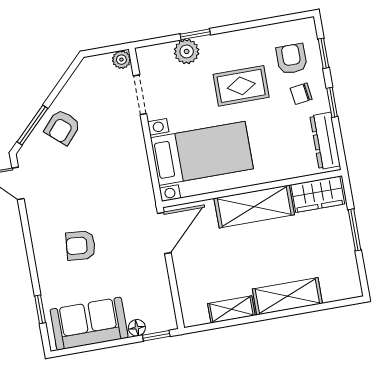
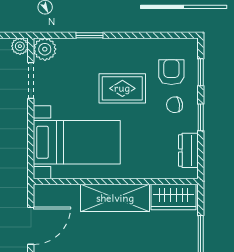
plant: (187, 51) -> (45, 49), moved
dresser: (325, 141) -> (188, 150), width x0.70
door: (164, 233) -> (31, 226), moved

